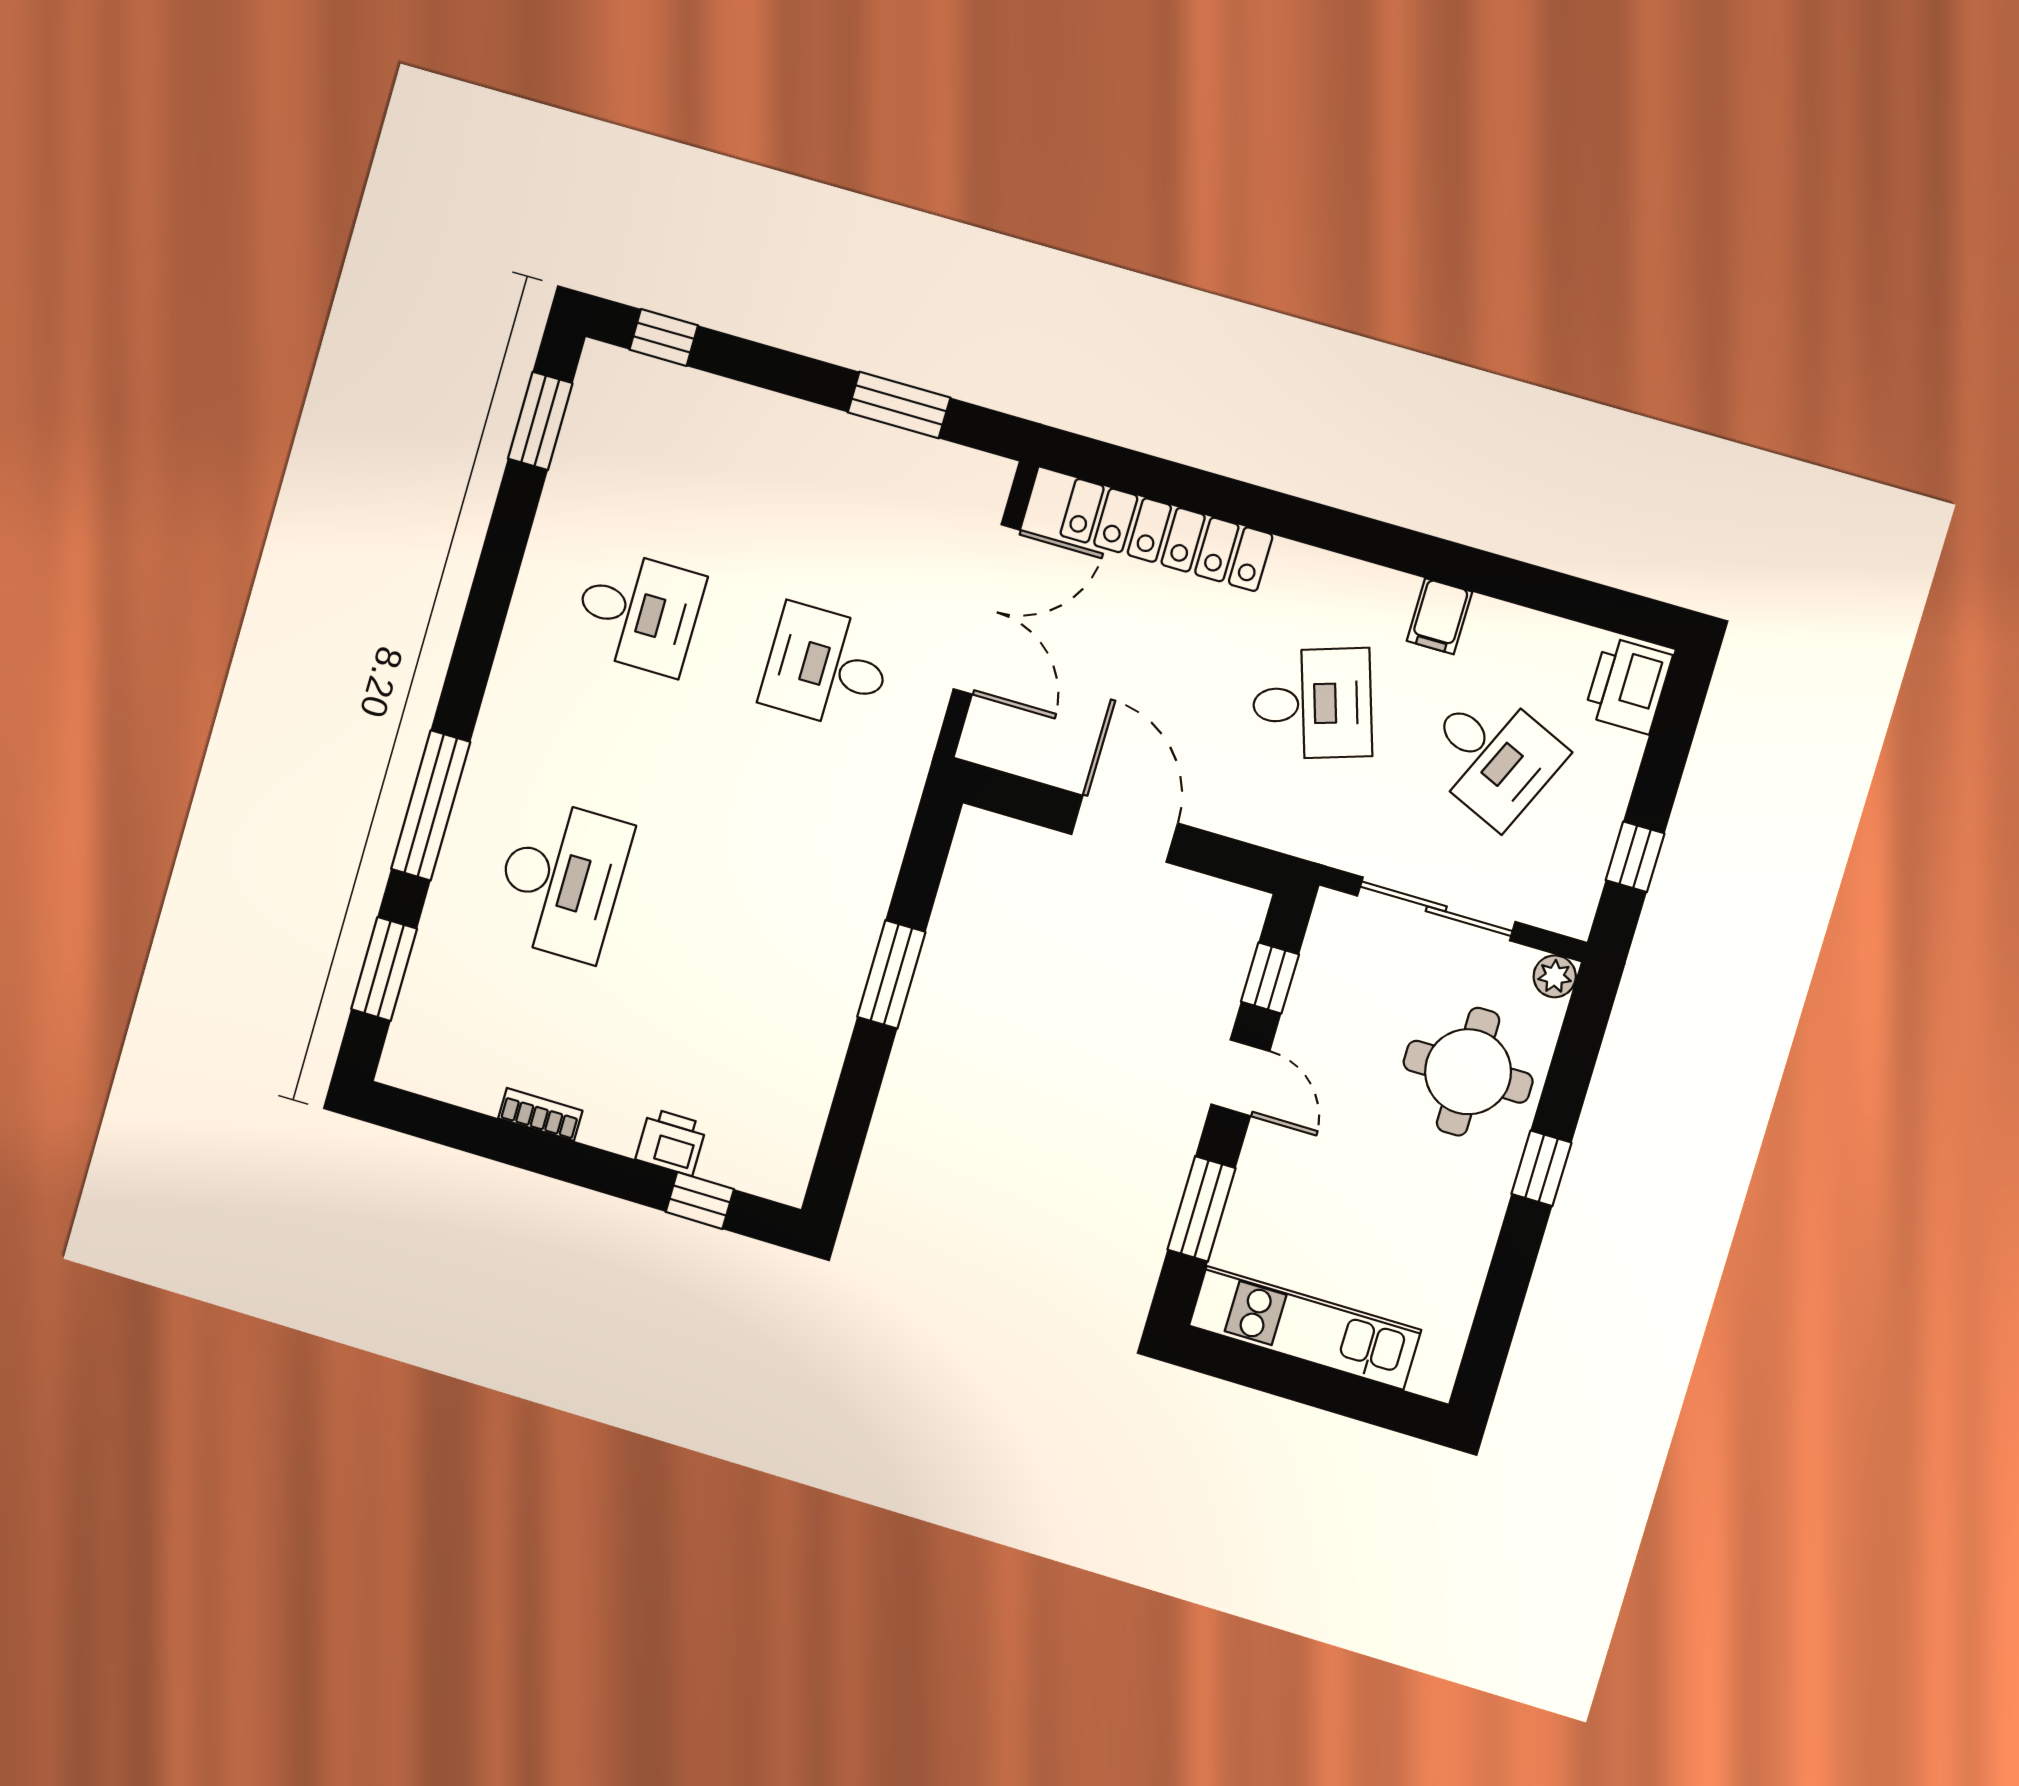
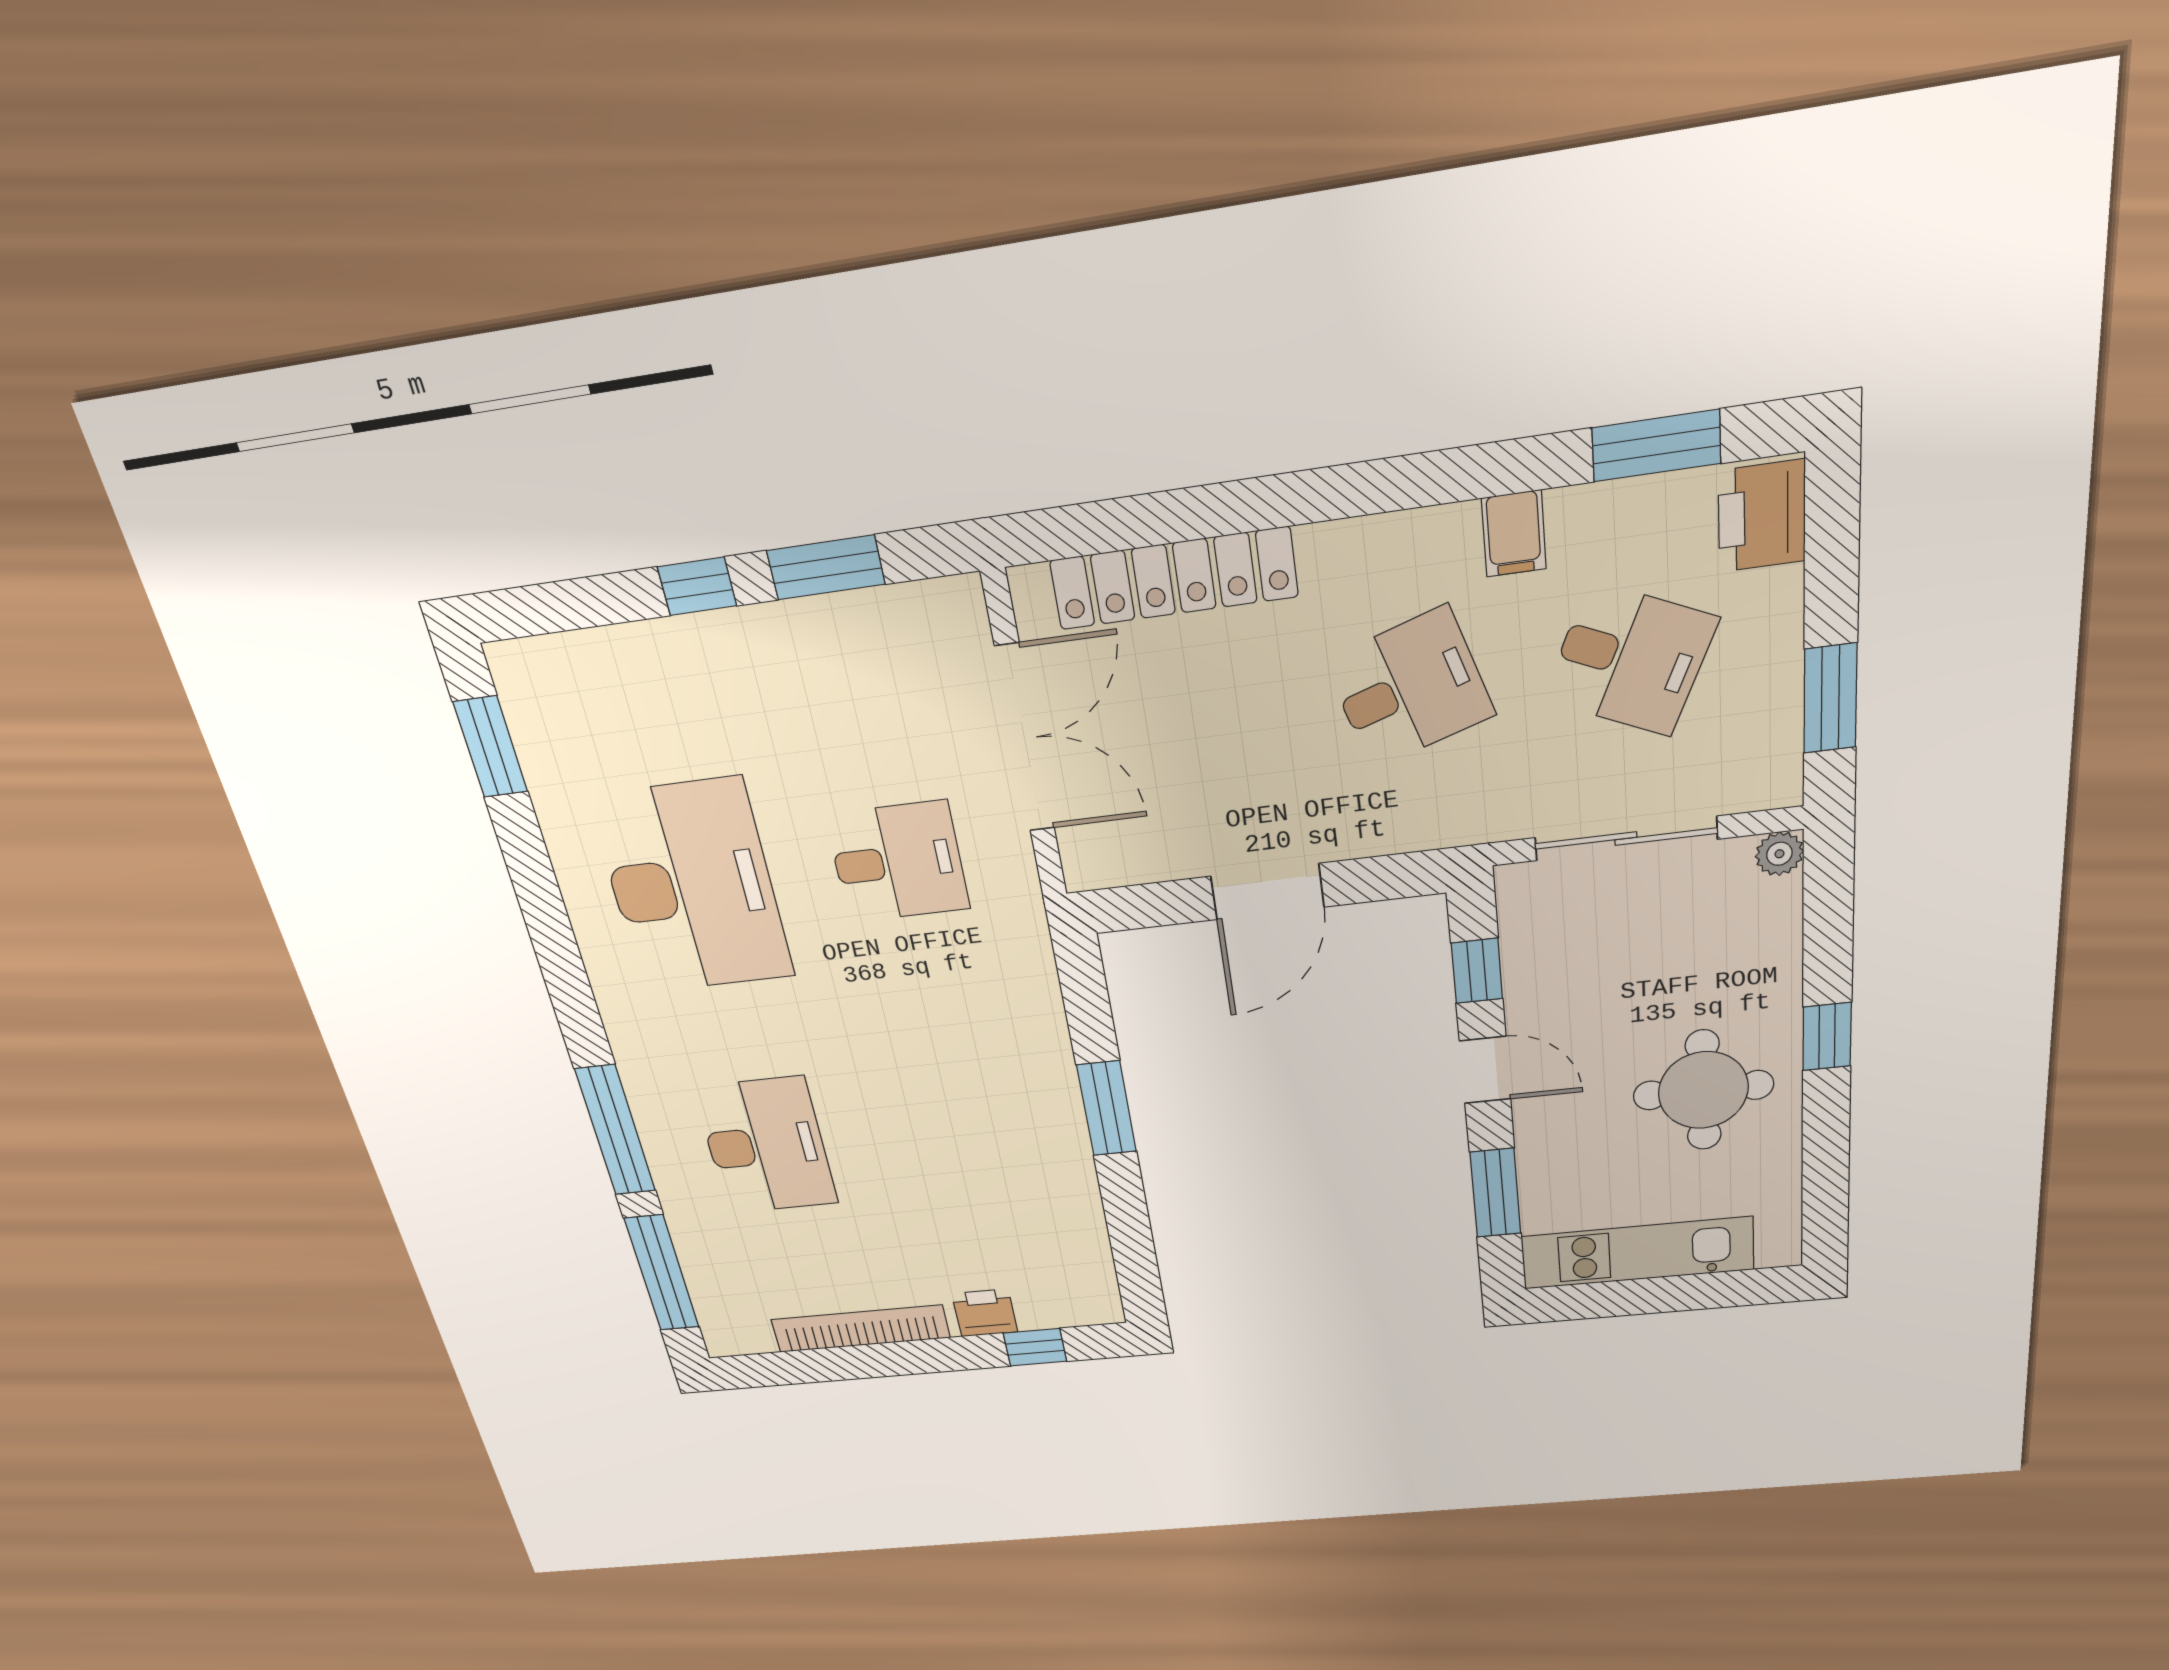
window: (664, 338) -> (697, 586), moved
window: (1568, 597) -> (1656, 446), added
desk: (638, 612) -> (692, 887), width x1.87, depth x1.30
desk: (827, 667) -> (898, 862), turned 180
door: (1125, 829) -> (1267, 892), swing flipped
window: (1635, 857) -> (1830, 698), width x1.50
window: (384, 969) -> (662, 1273), width x1.44
round table: (1468, 1072) -> (1703, 1090), moved
bookcase: (540, 1114) -> (860, 1329), width x2.31, depth x1.31

